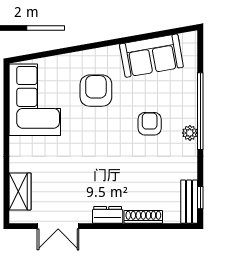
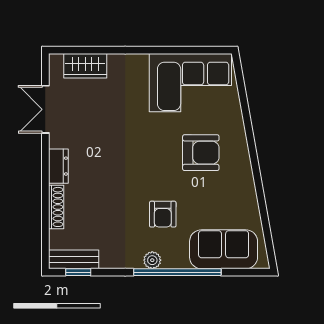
sofa: (151, 56) -> (224, 249), moved, turned 100
armchair: (150, 124) -> (163, 214), turned 90

